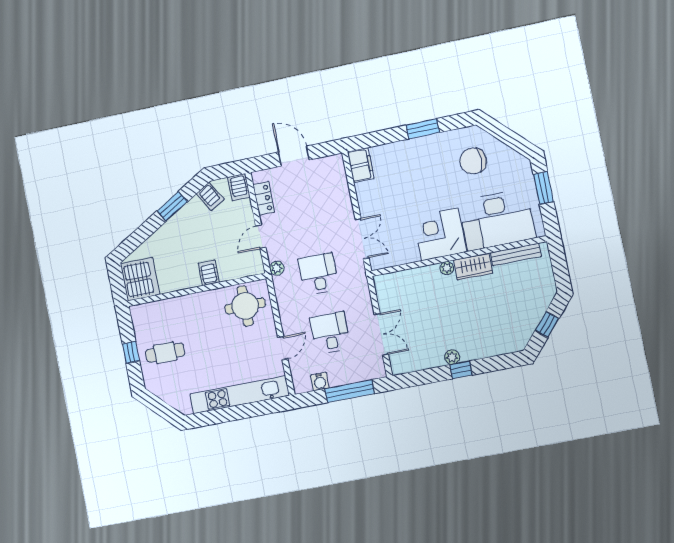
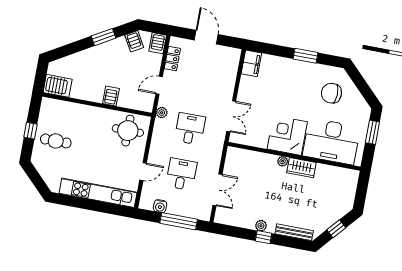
bench: (516, 254) -> (294, 232), moved
server rack: (140, 279) -> (58, 86), width x0.62

